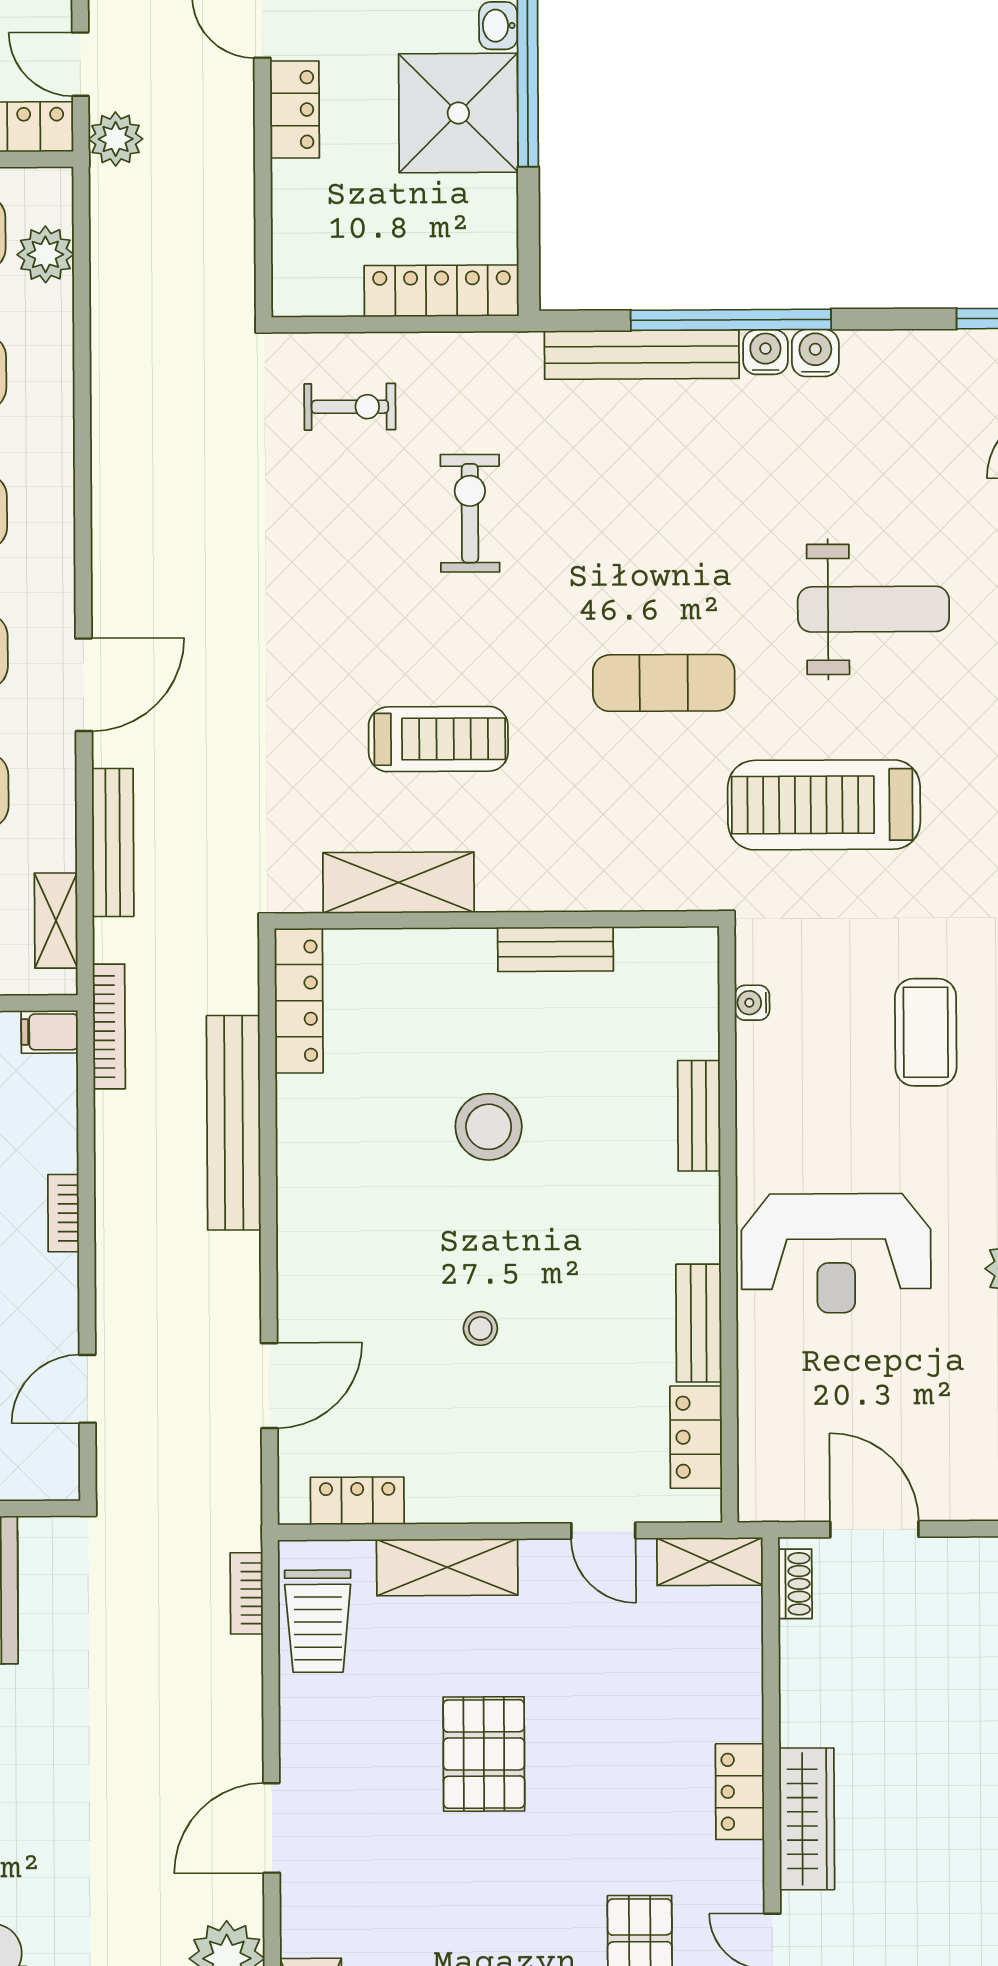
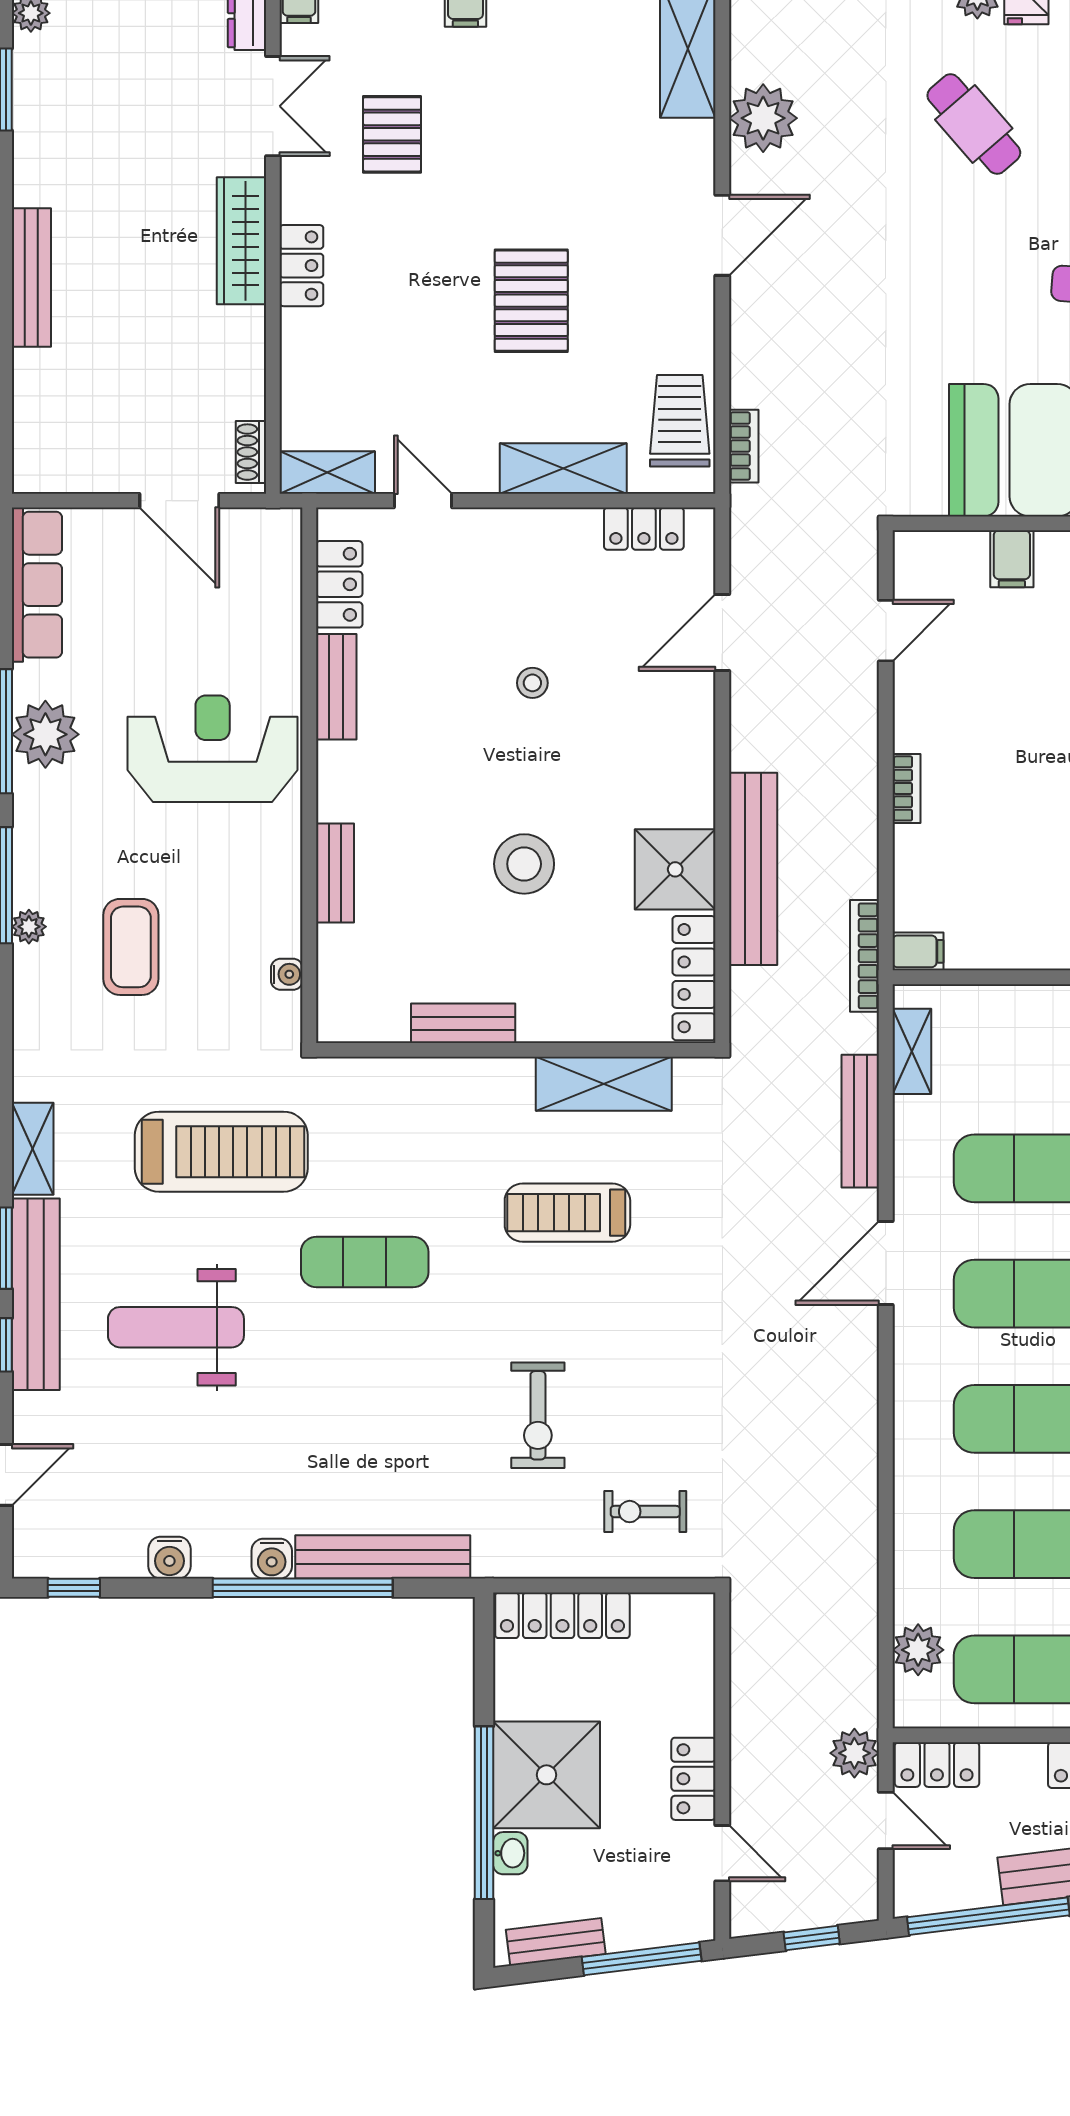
water cooler: (815, 353) -> (169, 1558), moved
shower: (320, 1122) -> (675, 869), added

